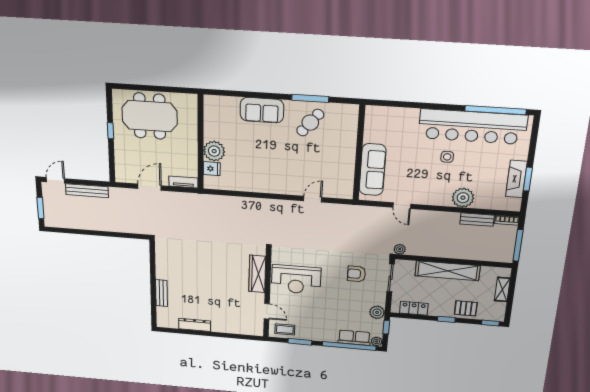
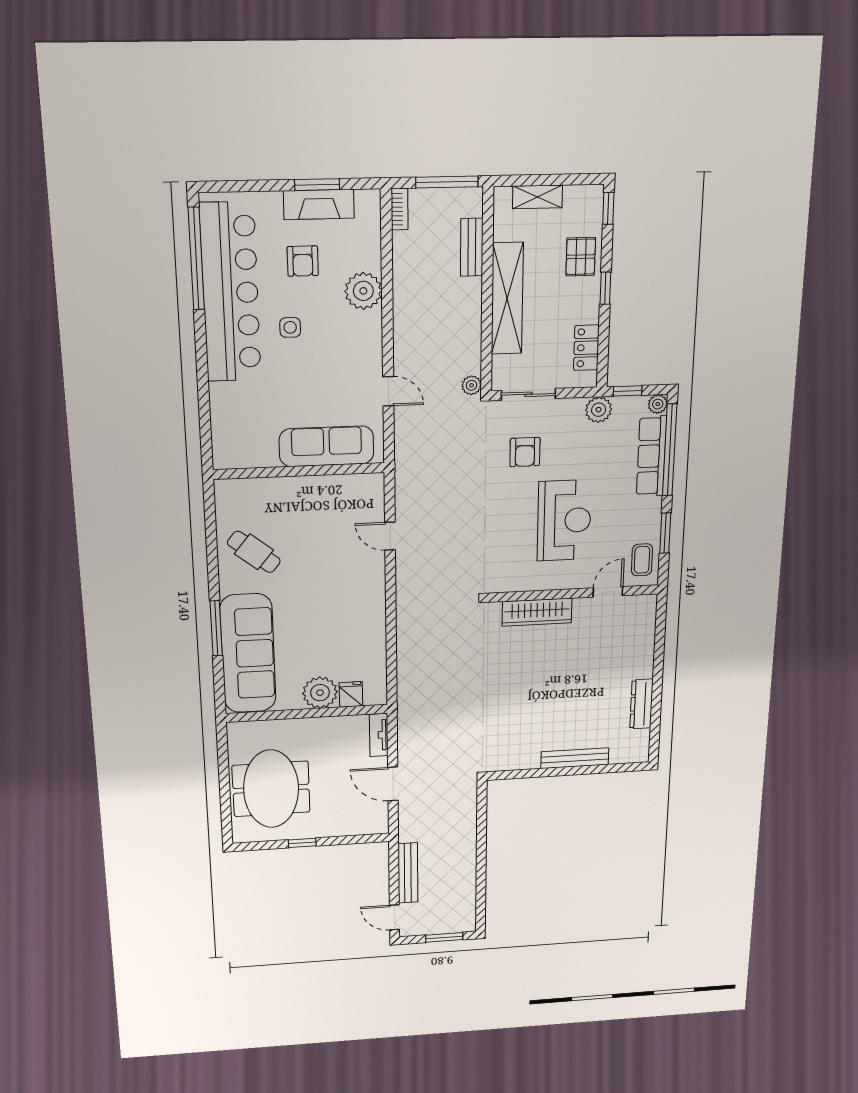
window: (310, 98) -> (216, 628), moved
sofa: (262, 110) -> (248, 654), width x1.85, depth x1.27
armchair: (485, 167) -> (303, 261), added
door: (402, 206) -> (388, 391), hinge flipped
bench: (477, 220) -> (472, 247), moved
reception desk: (296, 280) -> (564, 520), moved
bench: (161, 293) -> (575, 758), width x1.36
row of seats: (354, 338) -> (651, 456), width x1.48

